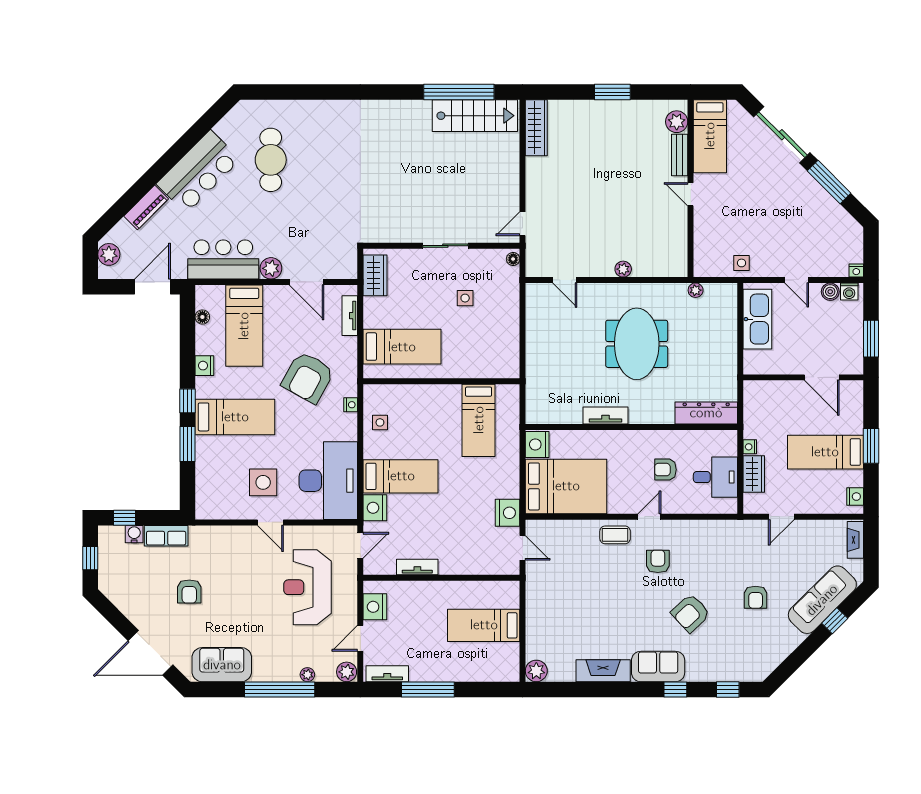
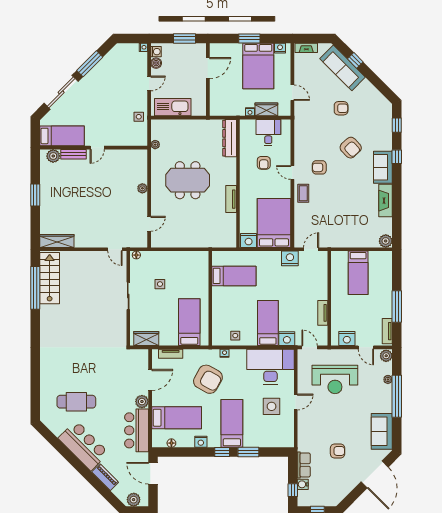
bed: (825, 452) -> (258, 66), width x1.50

